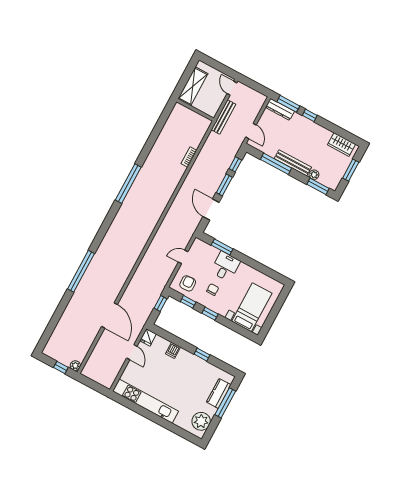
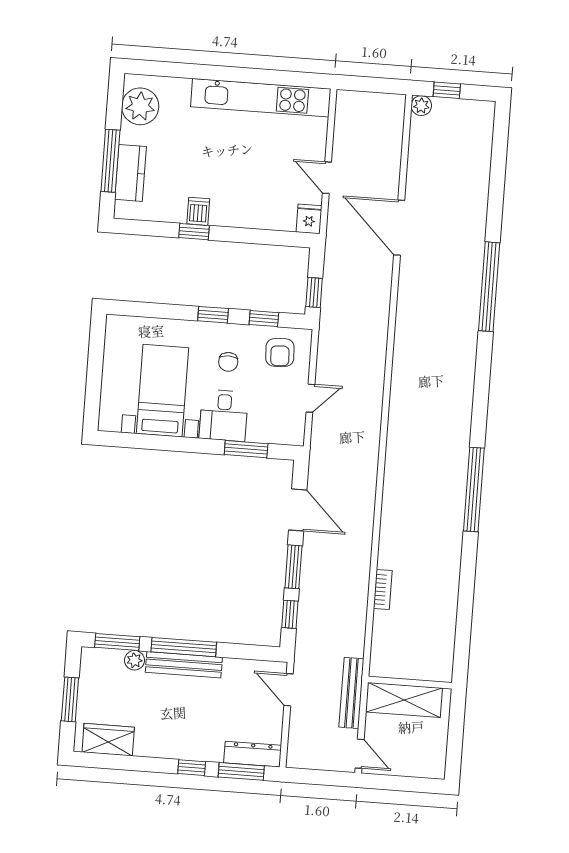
shelving: (193, 86) -> (404, 700), moved, turned 90
window: (276, 164) -> (184, 647), moved
bed with nightstands: (252, 307) -> (163, 391), moved, turned 180
dishwasher: (173, 350) -> (198, 211), moved

